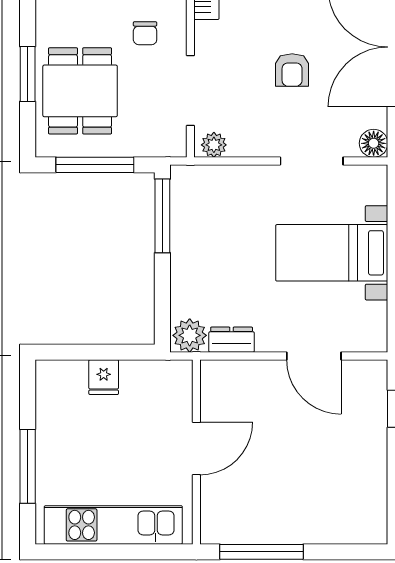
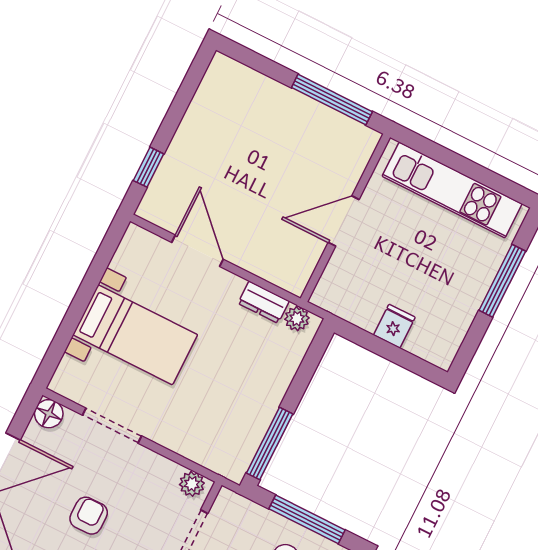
plant: (190, 335) -> (297, 319), width x0.73, depth x0.73

